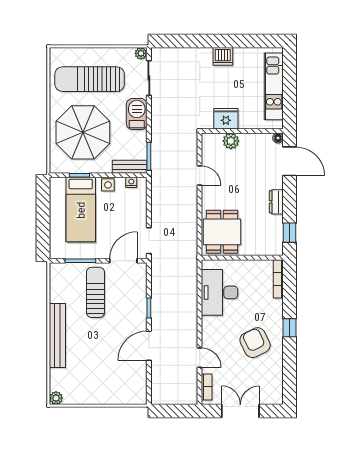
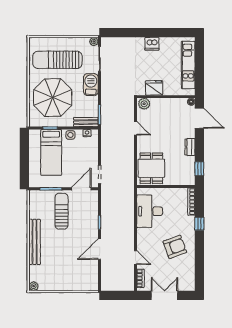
plant: (231, 141) -> (144, 104), moved
window: (290, 328) -> (199, 224), moved
armchair: (255, 343) -> (175, 247), turned 96

